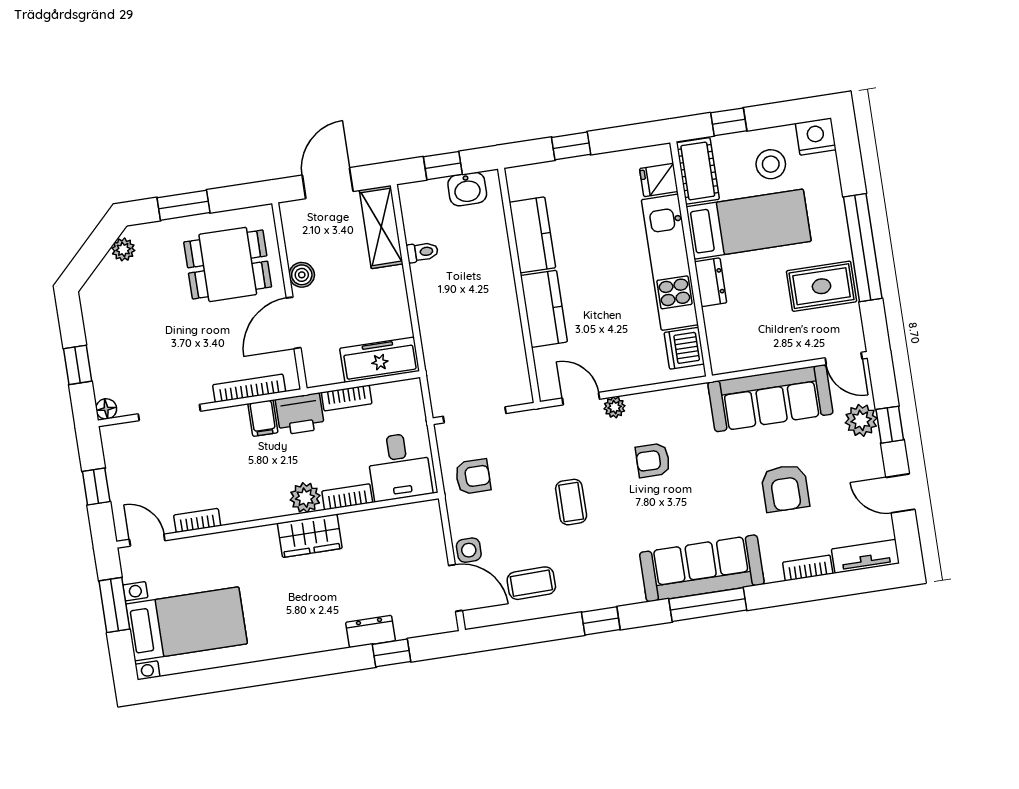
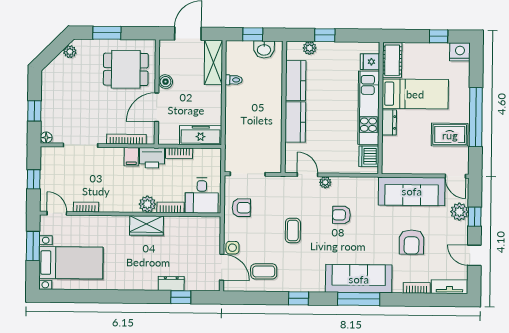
window: (729, 122) -> (439, 36), moved
stool: (771, 164) -> (433, 63), removed
plant: (548, 173) -> (310, 48), added

